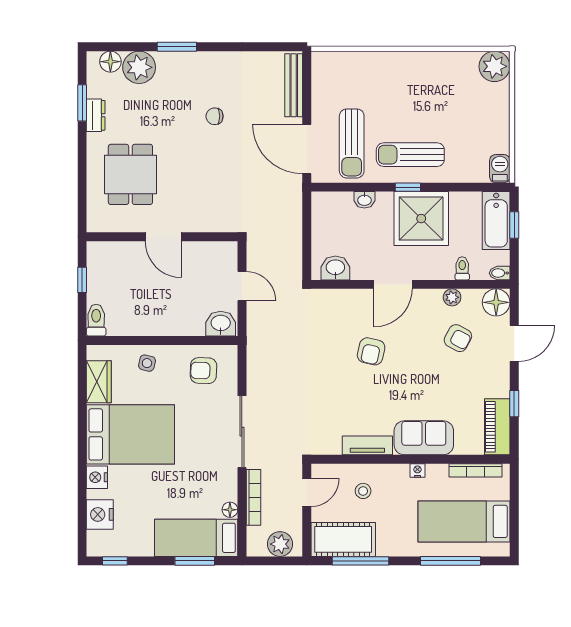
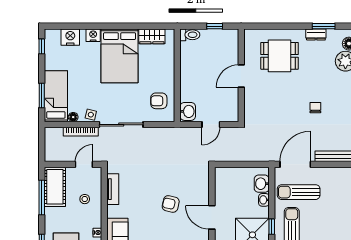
washbasin: (335, 268) -> (262, 184), moved, turned 180
side table: (147, 363) -> (91, 115), moved
armchair: (203, 371) -> (159, 101), turned -92
tv unit: (367, 445) -> (113, 189), moved
door: (307, 492) -> (84, 164), swing flipped
plant: (280, 544) -> (52, 148), removed

